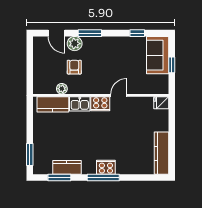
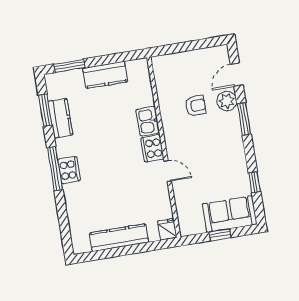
plant: (62, 89) -> (164, 94), removed
kitchen counter: (53, 104) -> (105, 75), moved, turned -90
kitchen counter: (161, 153) -> (119, 238), moved

